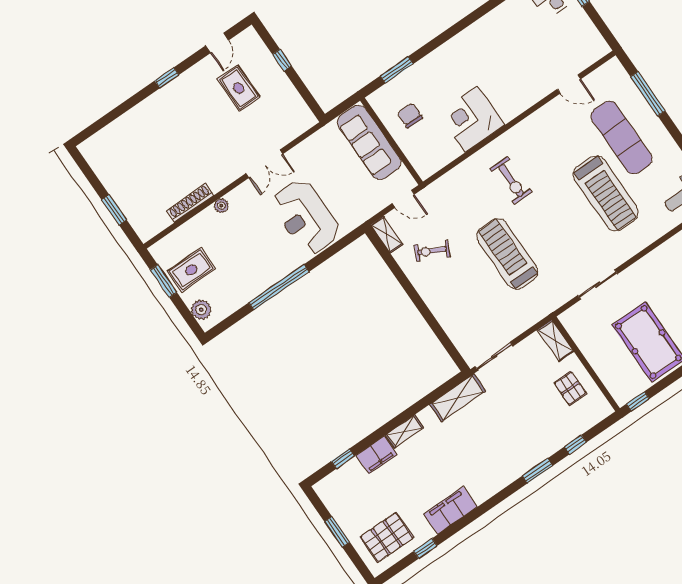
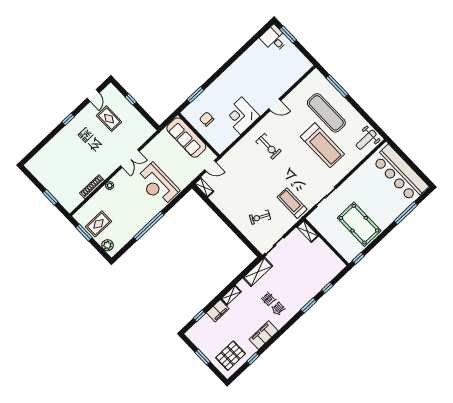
door: (569, 84) -> (275, 105), moved
exercise bike: (432, 251) -> (260, 217), moved
treadmill: (507, 254) -> (292, 203), moved, width x0.73, depth x0.73
pallet: (570, 388) -> (320, 257), removed

